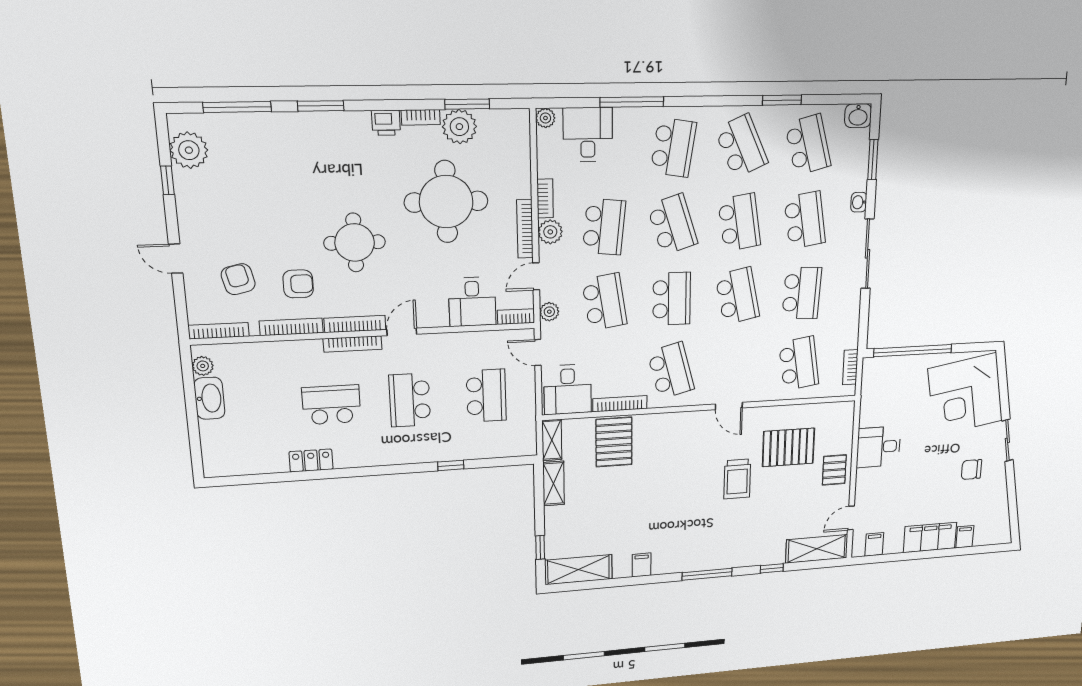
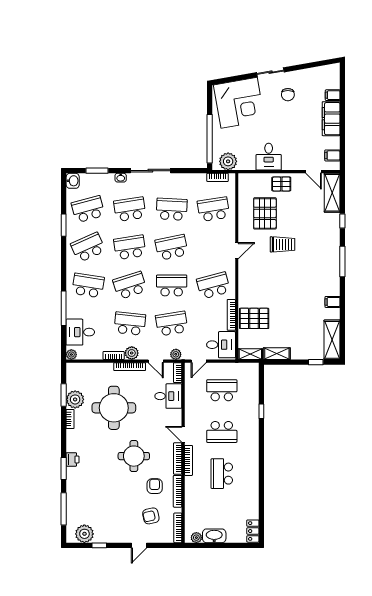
printer: (386, 123) -> (73, 459), moved
plant: (875, 383) -> (228, 161), added
locker: (311, 461) -> (253, 531), moved

